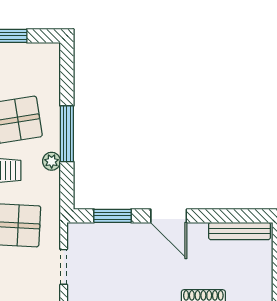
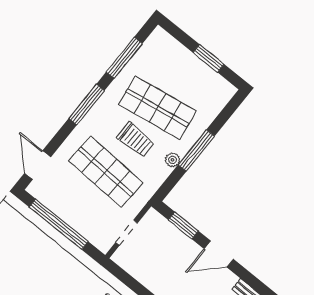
door: (169, 216) -> (219, 254), hinge flipped

